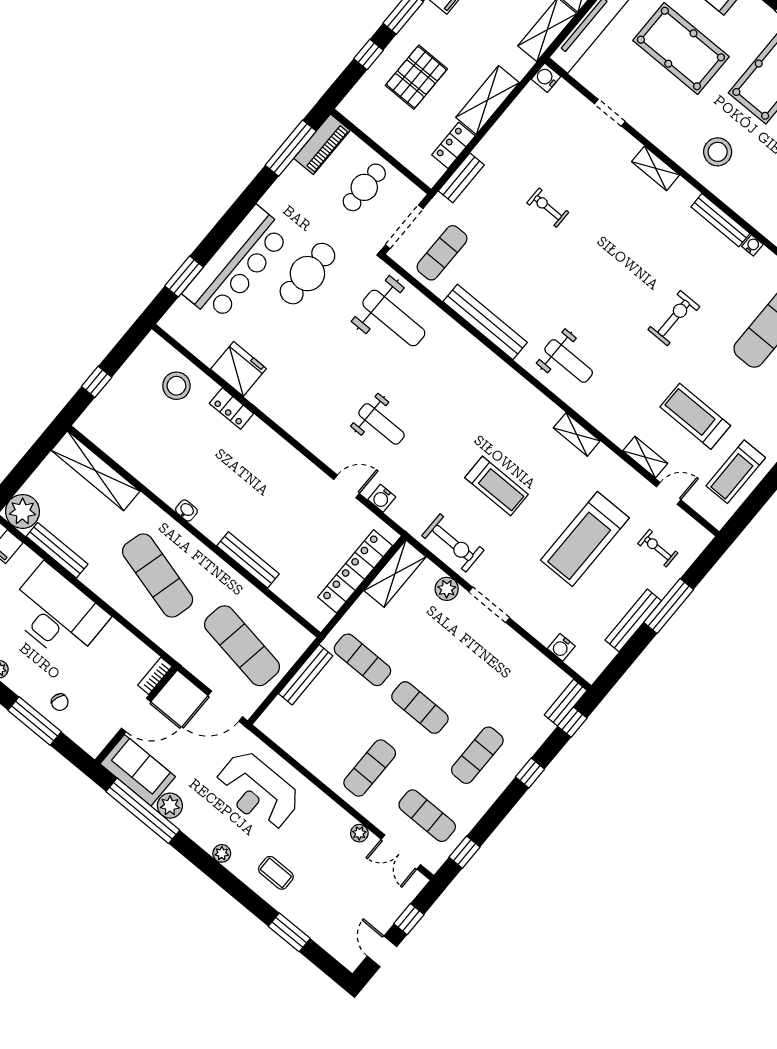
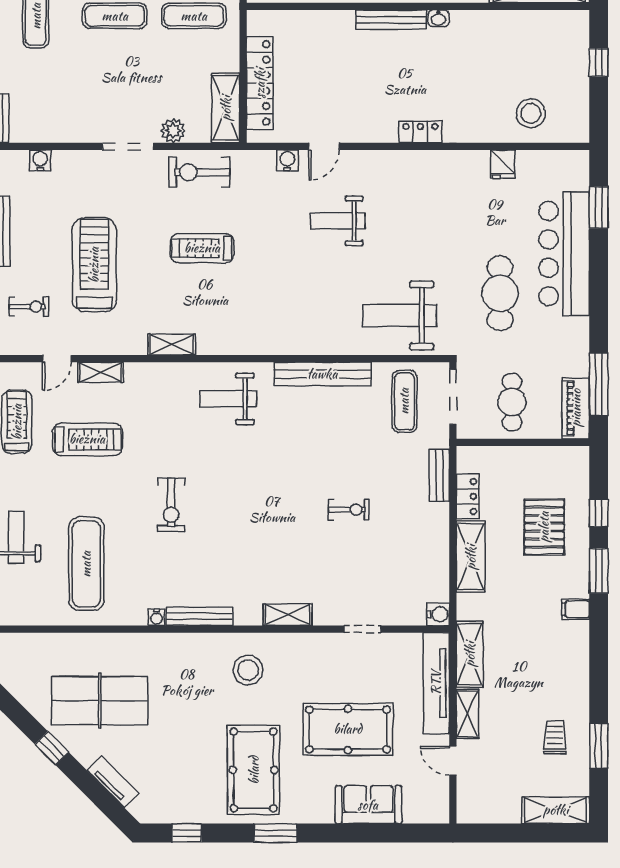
fridge: (238, 369) -> (502, 164), width x0.53, depth x0.75
locker: (231, 409) -> (420, 132), moved
bench: (248, 560) -> (391, 20), moved

